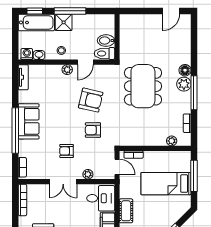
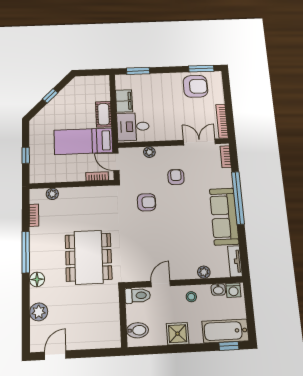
window: (70, 11) -> (184, 348), removed
shower: (64, 22) -> (178, 334), moved
bidet: (106, 41) -> (138, 330), moved
plant: (67, 70) -> (204, 272), moved
plant: (184, 84) -> (39, 312), moved
armchair: (91, 100) -> (151, 237), removed
sofa: (29, 121) -> (224, 216), width x1.36
armchair: (67, 151) -> (176, 177), turned -90
window: (194, 176) -> (26, 155), width x0.46
double door: (63, 182) -> (199, 142), moved
bed: (166, 184) -> (83, 141), moved, turned 180

